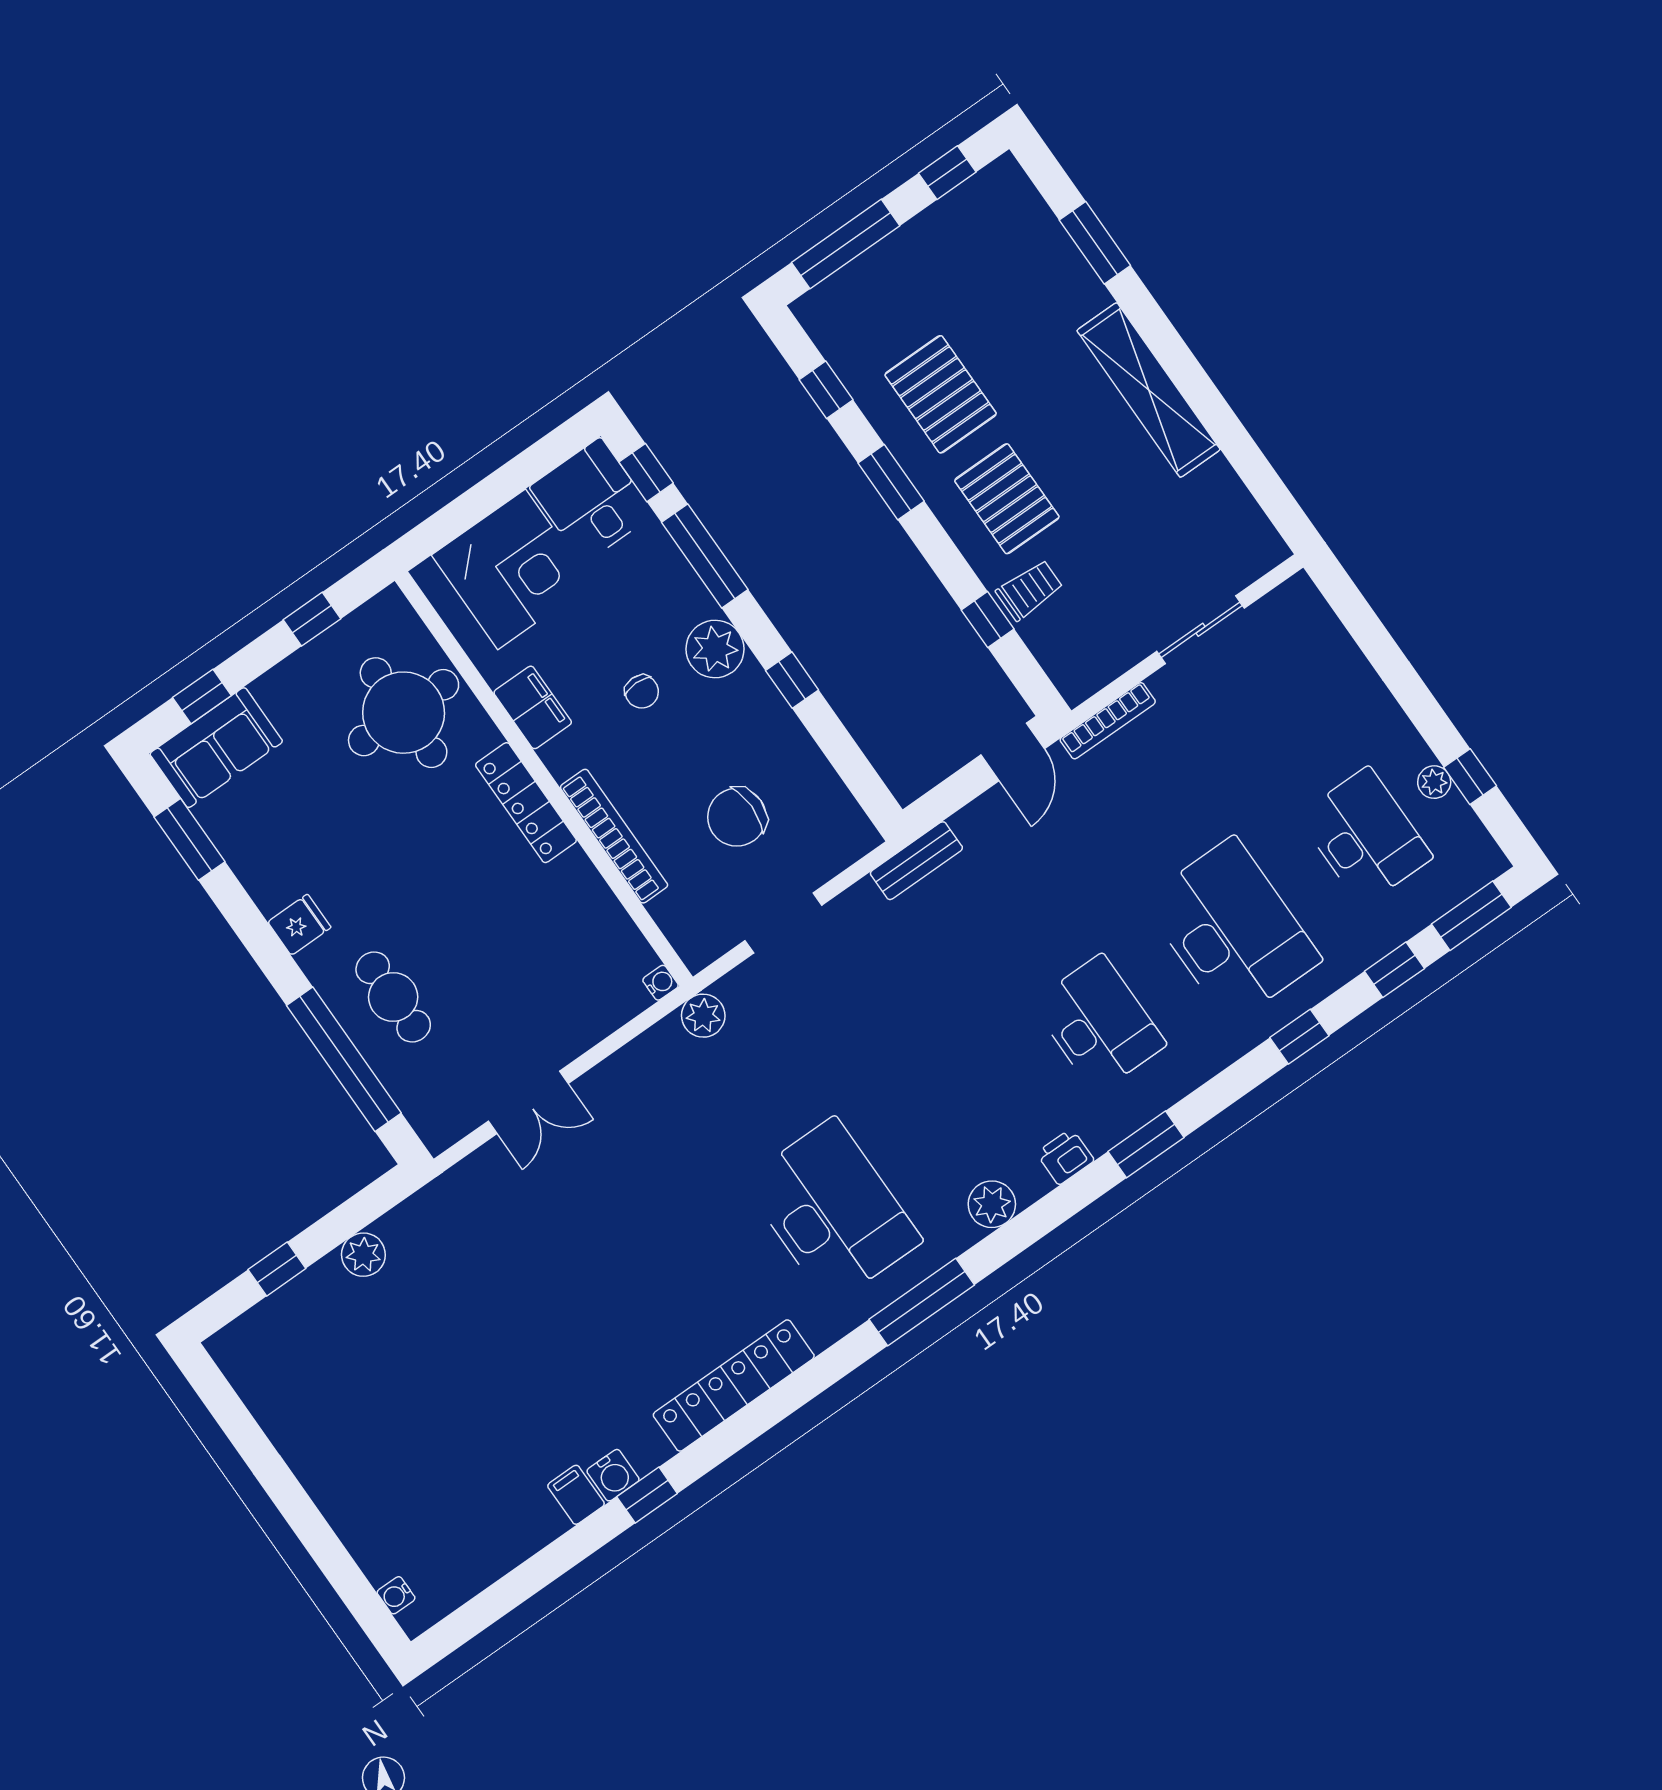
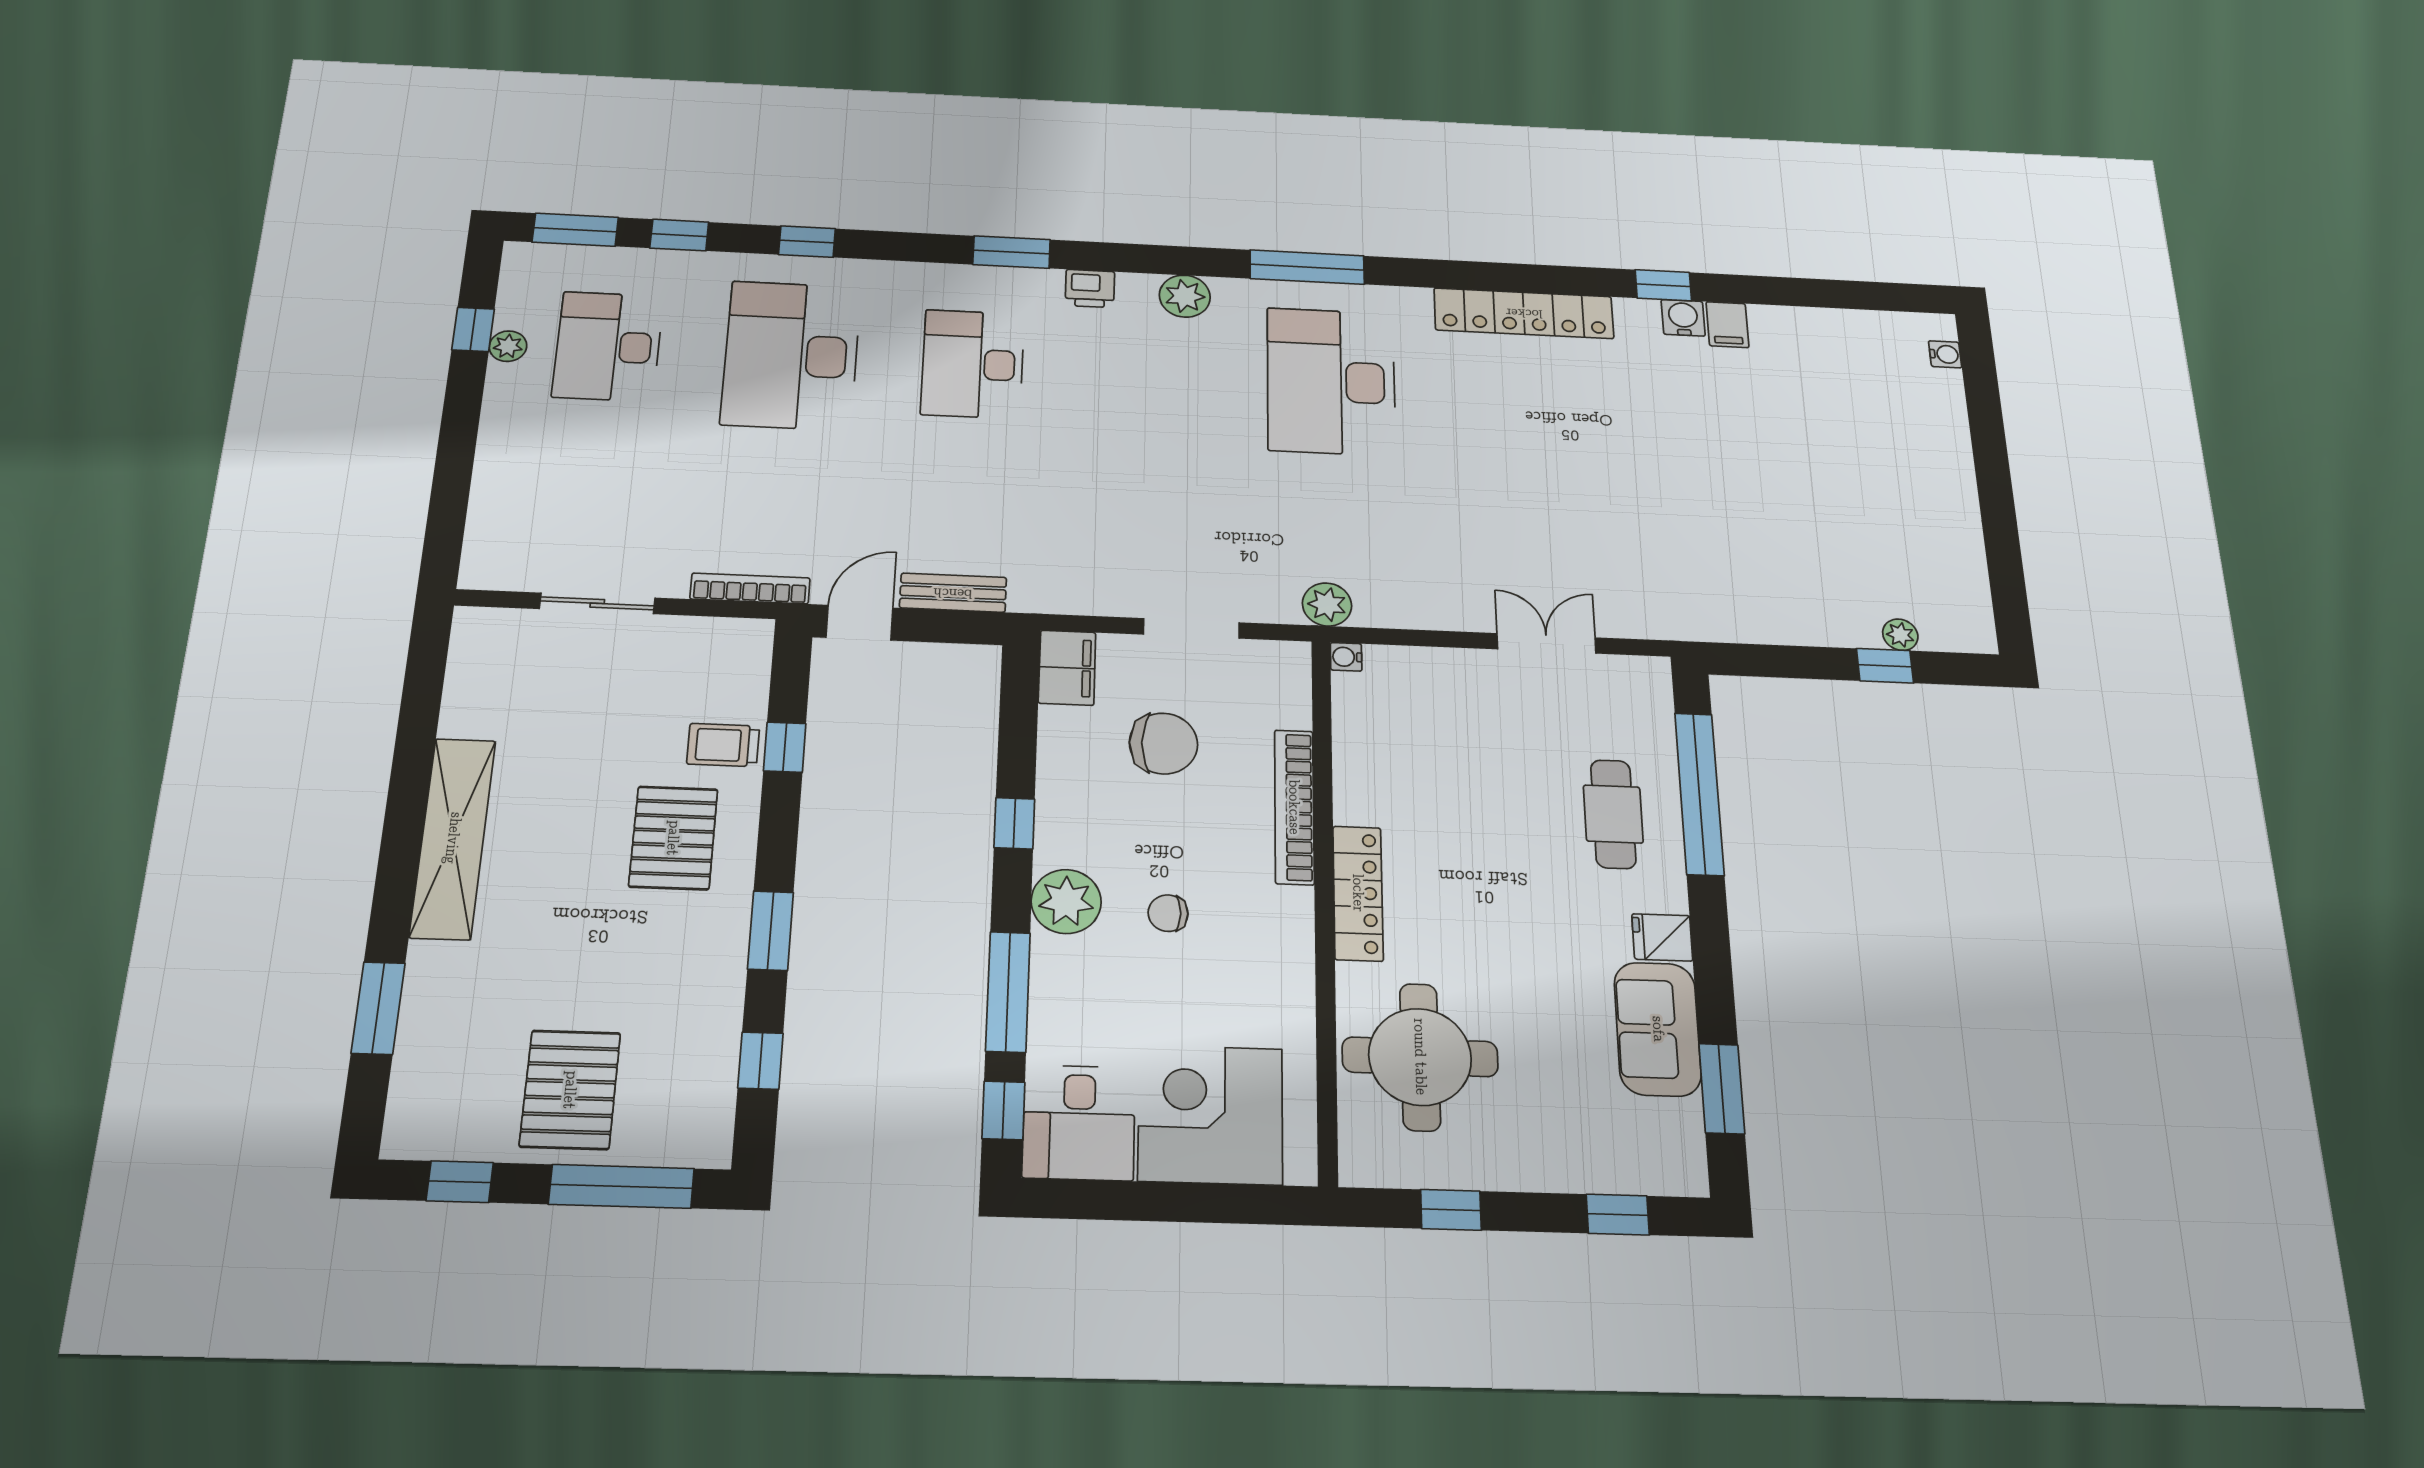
pallet: (941, 394) -> (570, 1090), moved
chair: (642, 692) -> (1168, 913), turned -90
filing cabinet: (533, 707) -> (1067, 668), moved, turned 180
sofa: (216, 748) -> (1658, 1029), moved, turned -90
bench: (916, 861) -> (953, 593), moved
plant: (363, 1255) -> (1900, 635), moved, width x0.73, depth x0.73

